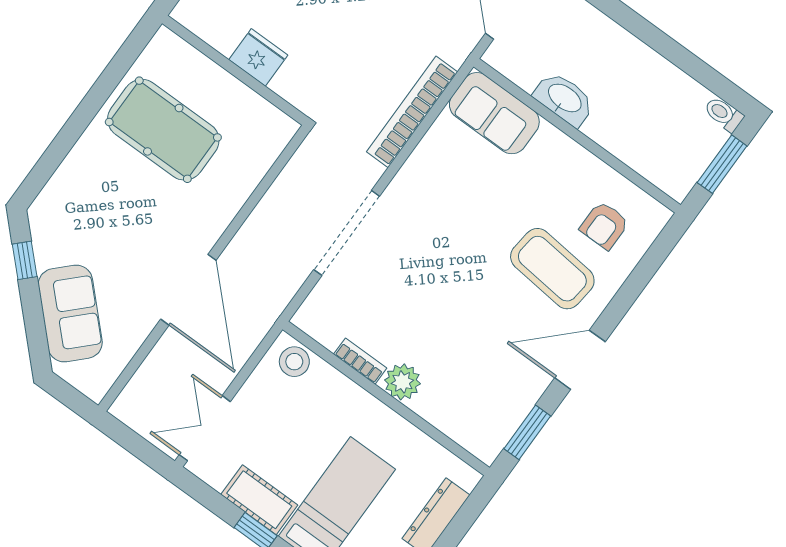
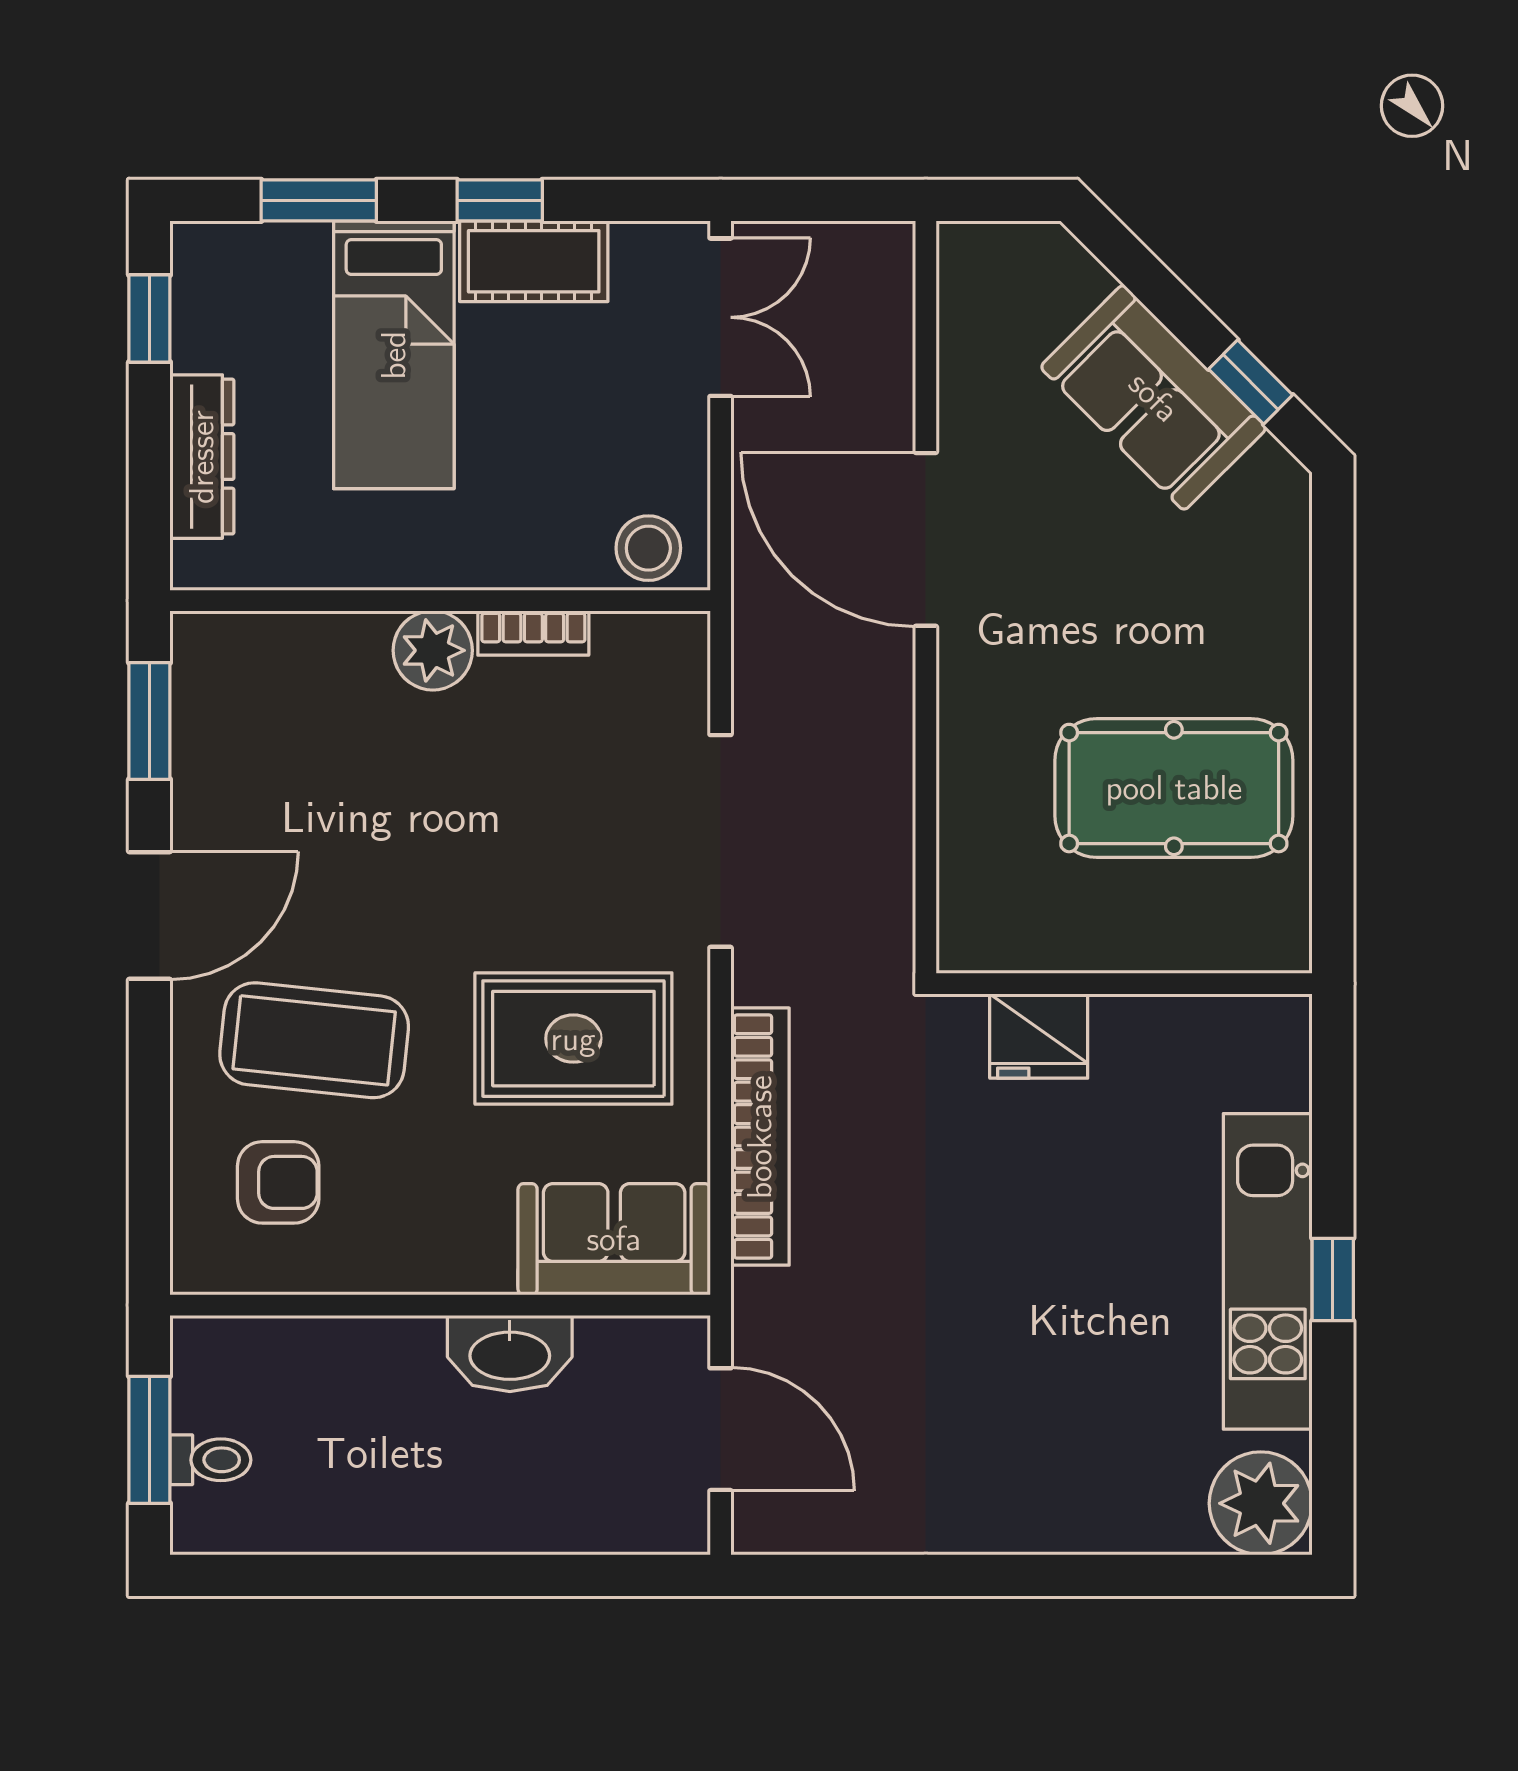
fridge: (258, 57) -> (1039, 1036), moved
toilet: (724, 114) -> (210, 1460), moved
rug: (455, 199) -> (573, 1039), added
armchair: (604, 225) -> (278, 1182), turned 90
sofa: (70, 313) -> (1154, 397), moved

